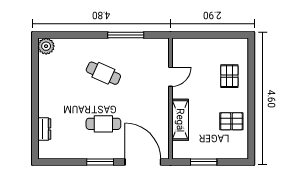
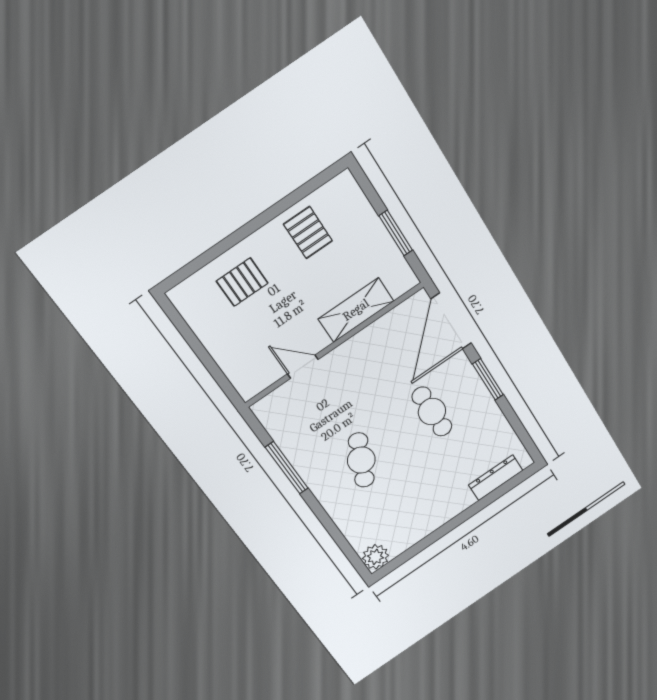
dresser: (44, 129) -> (496, 478), width x1.44

